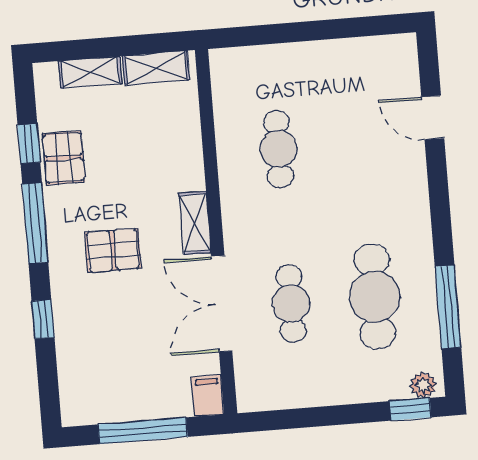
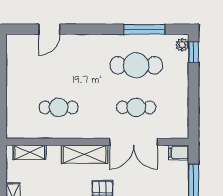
shelving: (156, 68) -> (30, 152), moved, turned 90
shelving: (195, 223) -> (85, 154), width x1.50, depth x1.33

